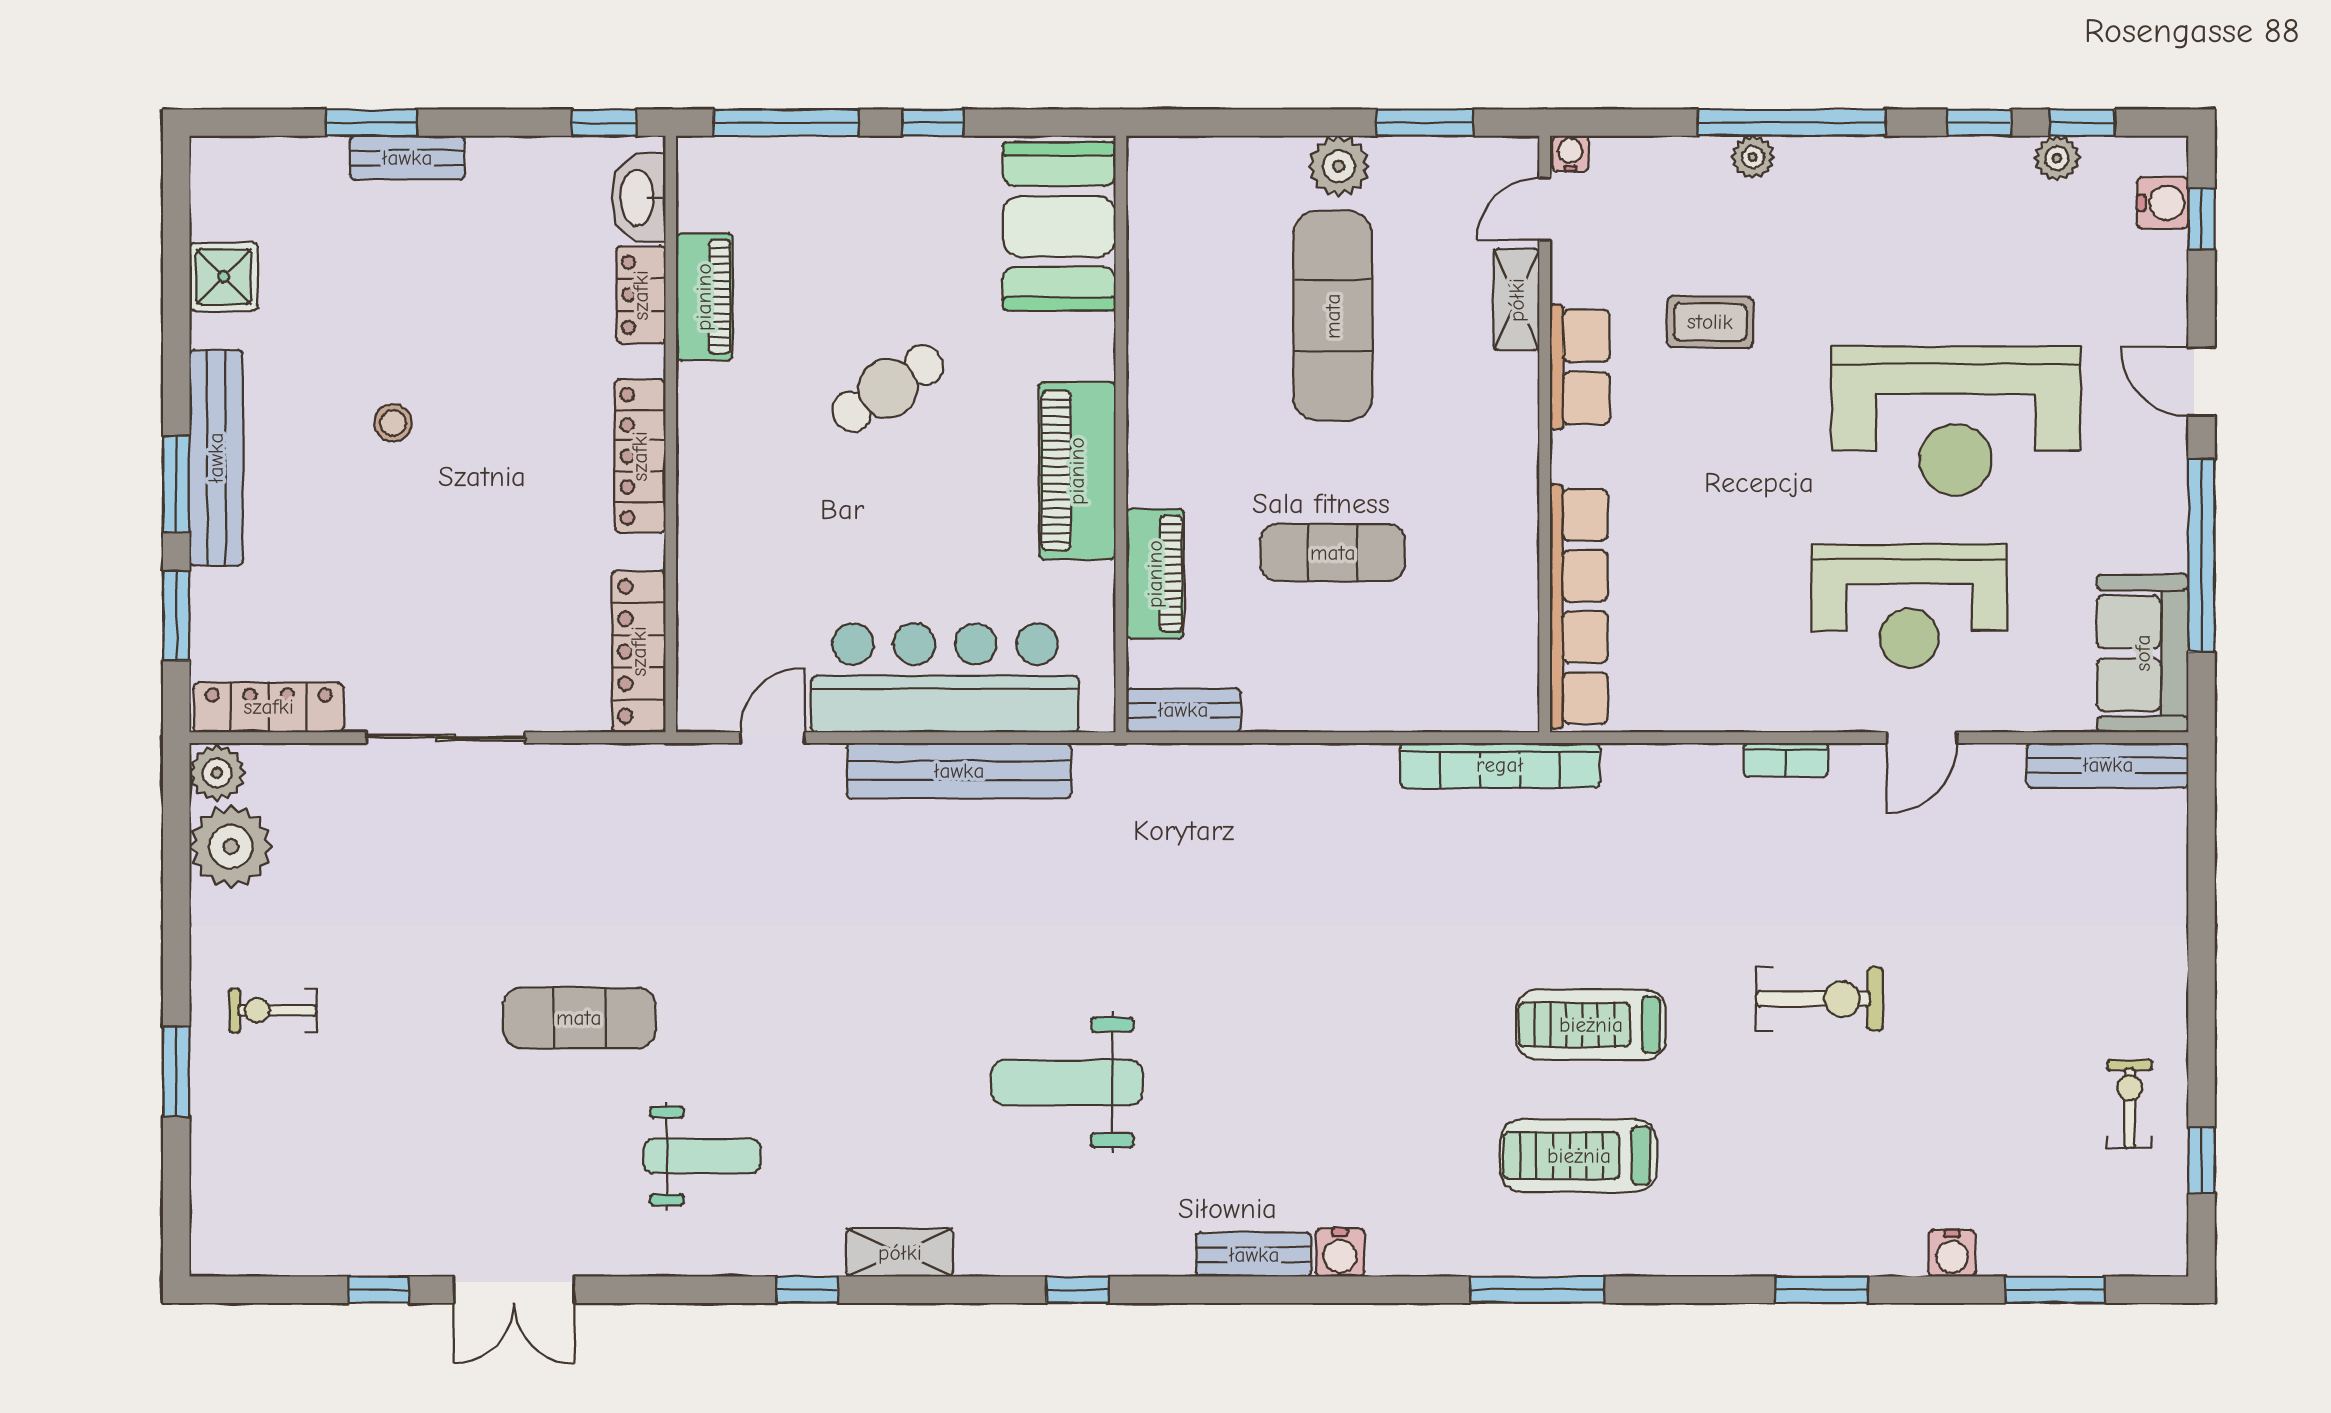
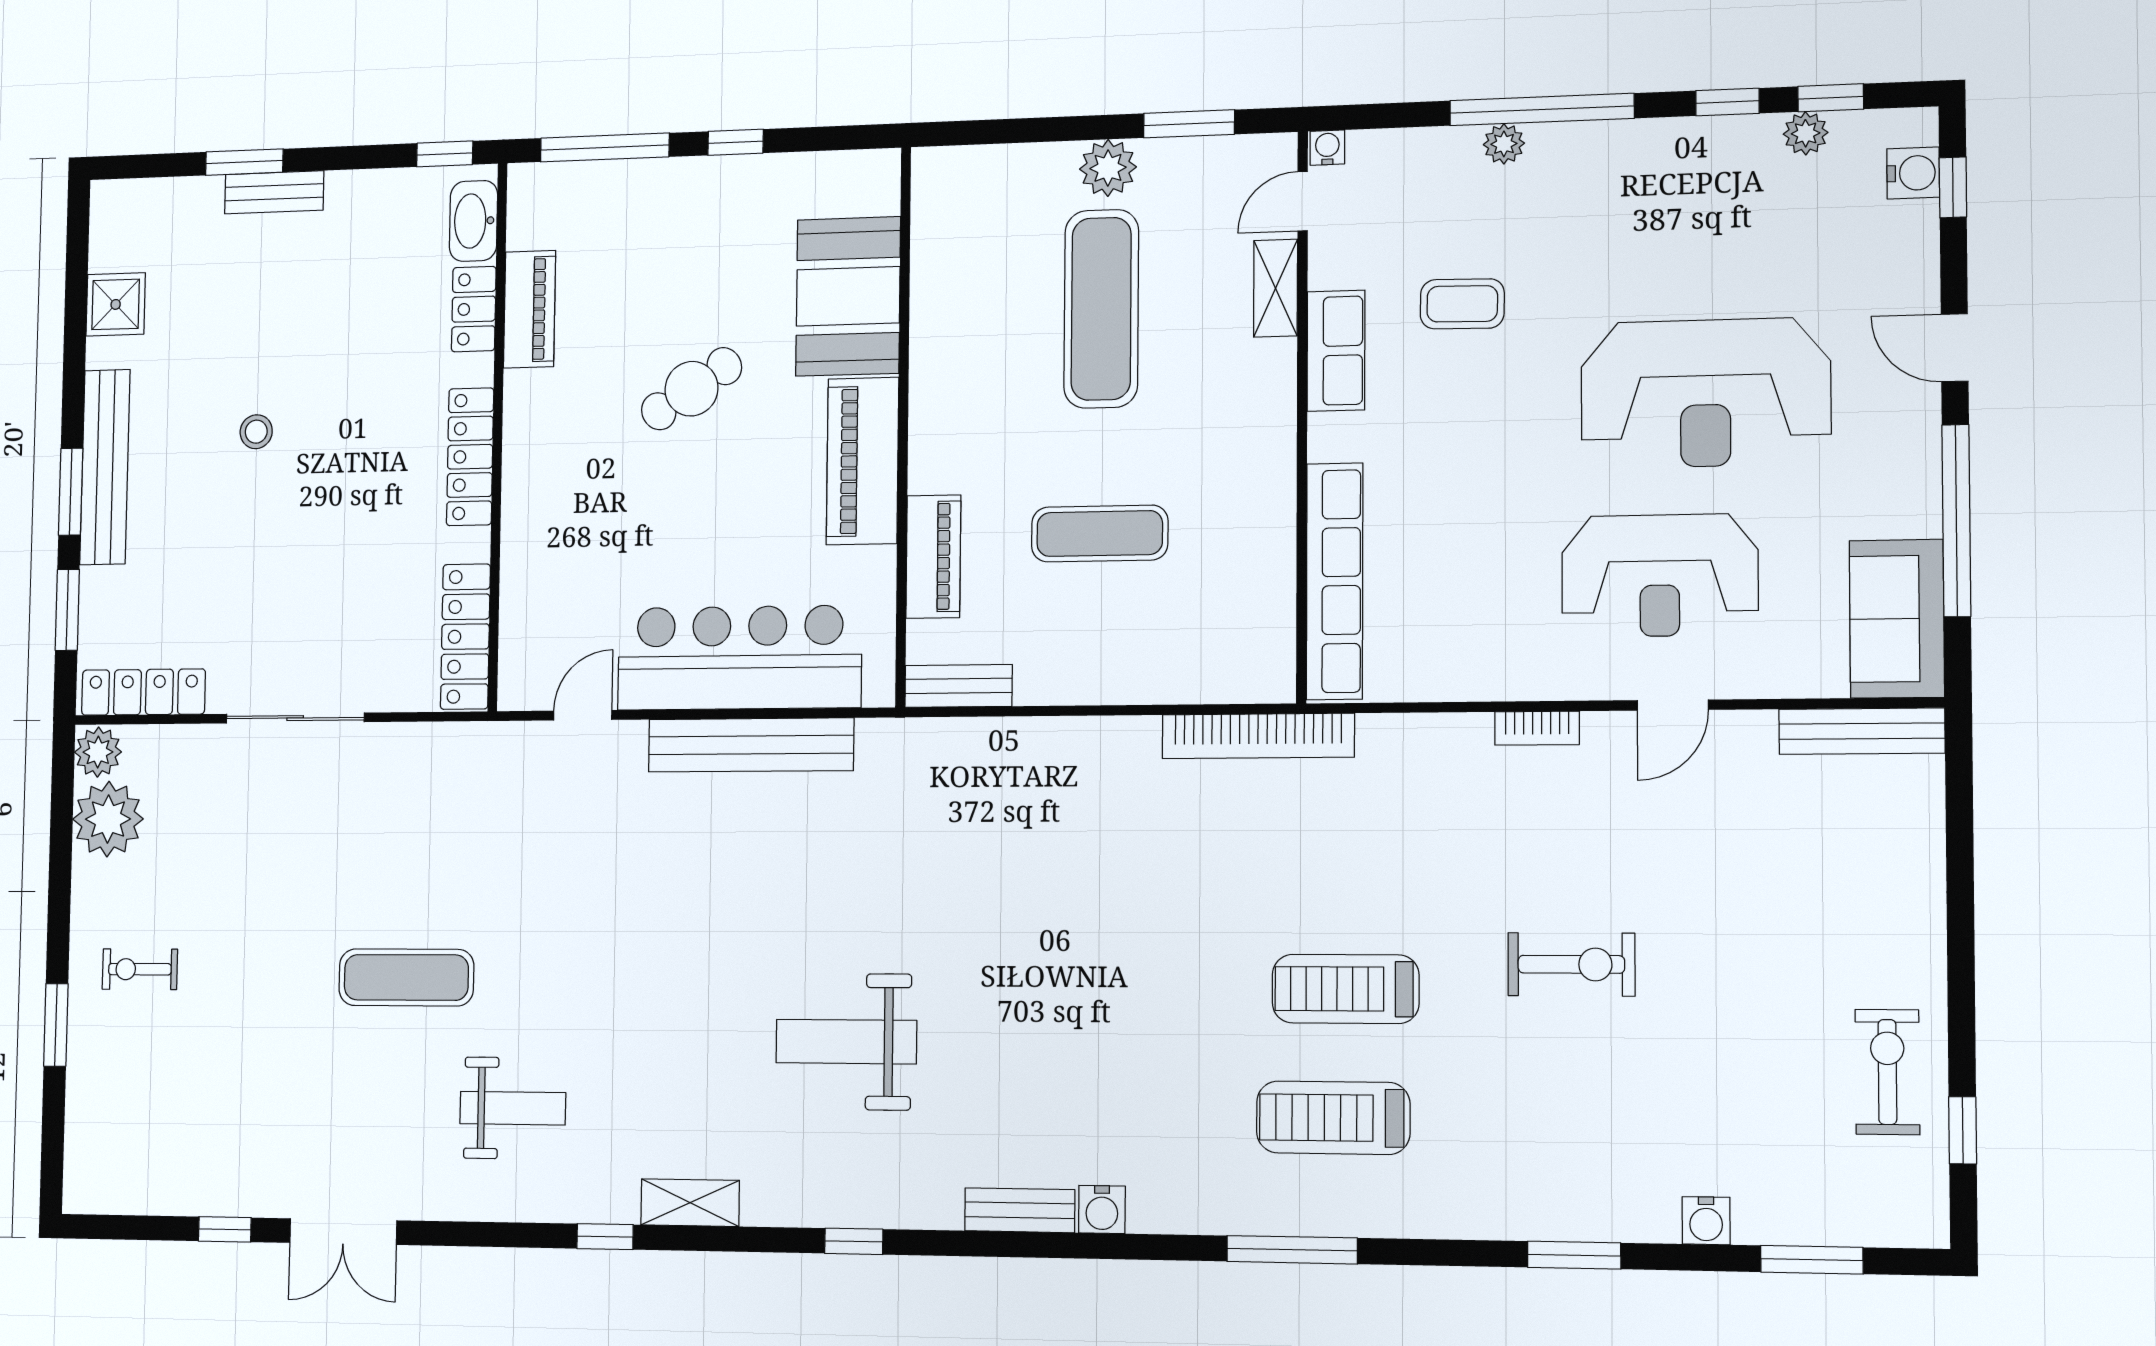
booth: (1059, 226) -> (848, 296), moved
exercise bike: (2130, 1104) -> (1887, 1072), width x1.38, depth x1.39

